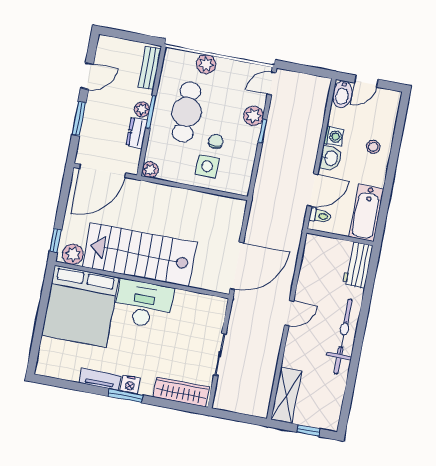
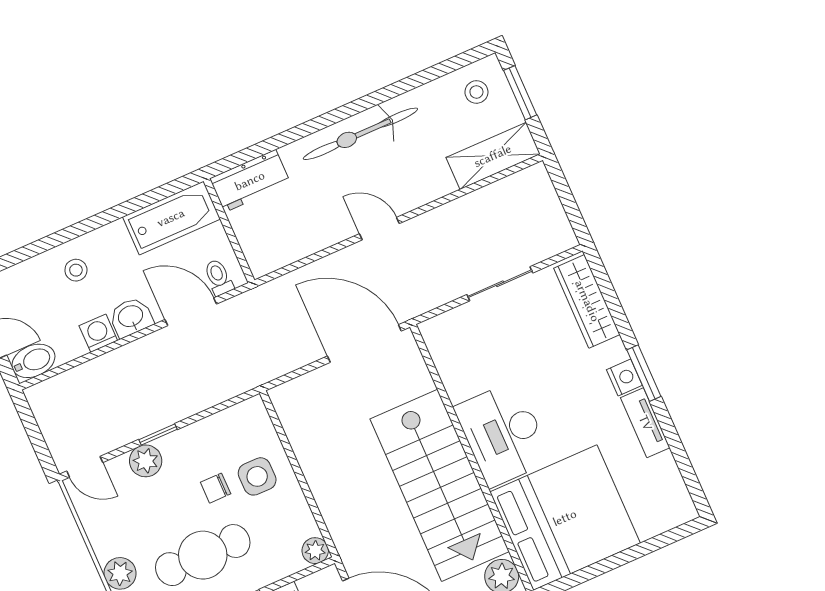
stool: (324, 409) -> (476, 92), added
window: (309, 431) -> (520, 93), width x1.50

